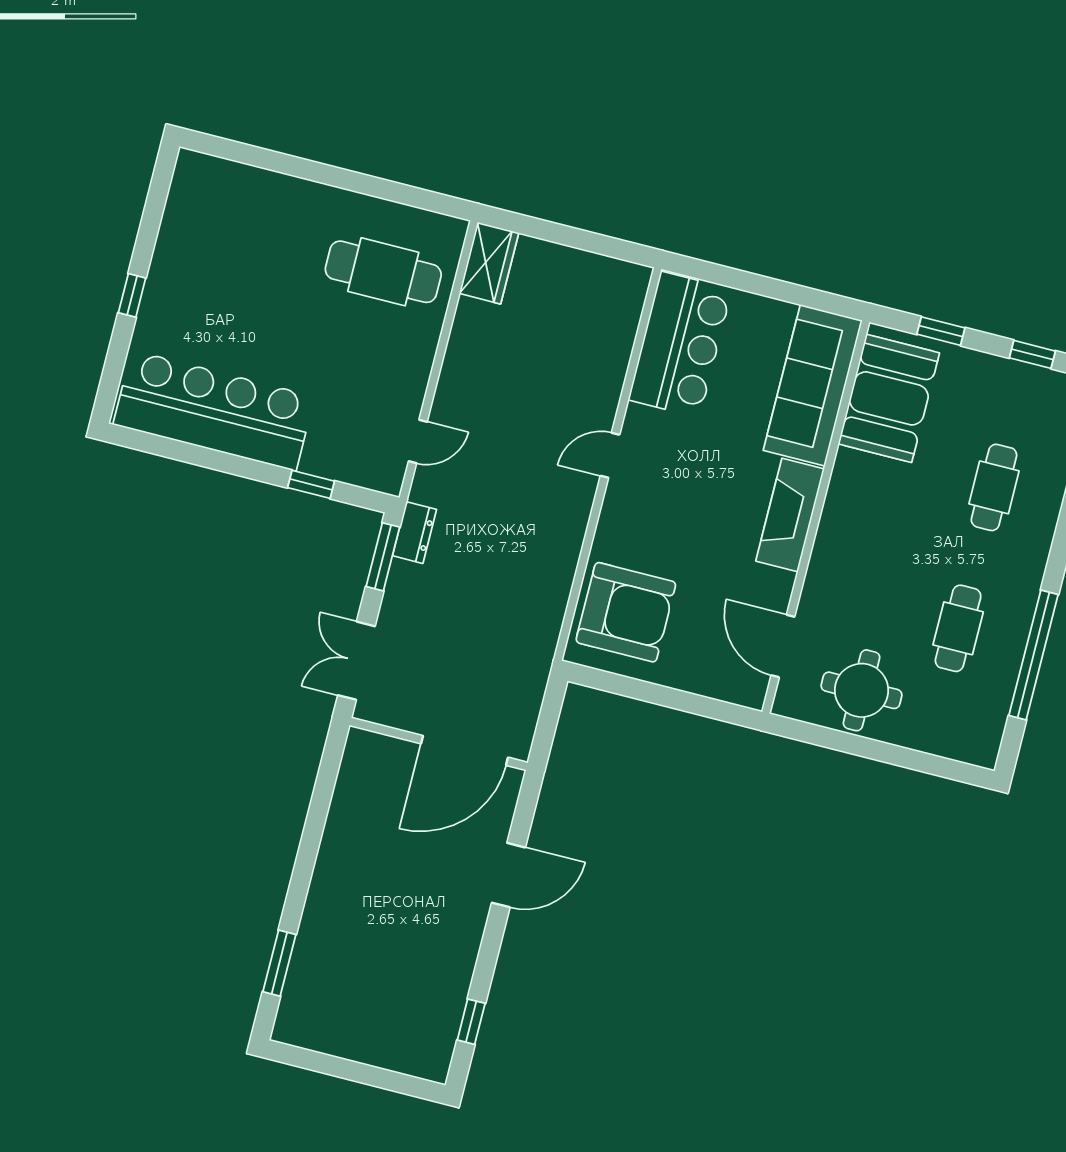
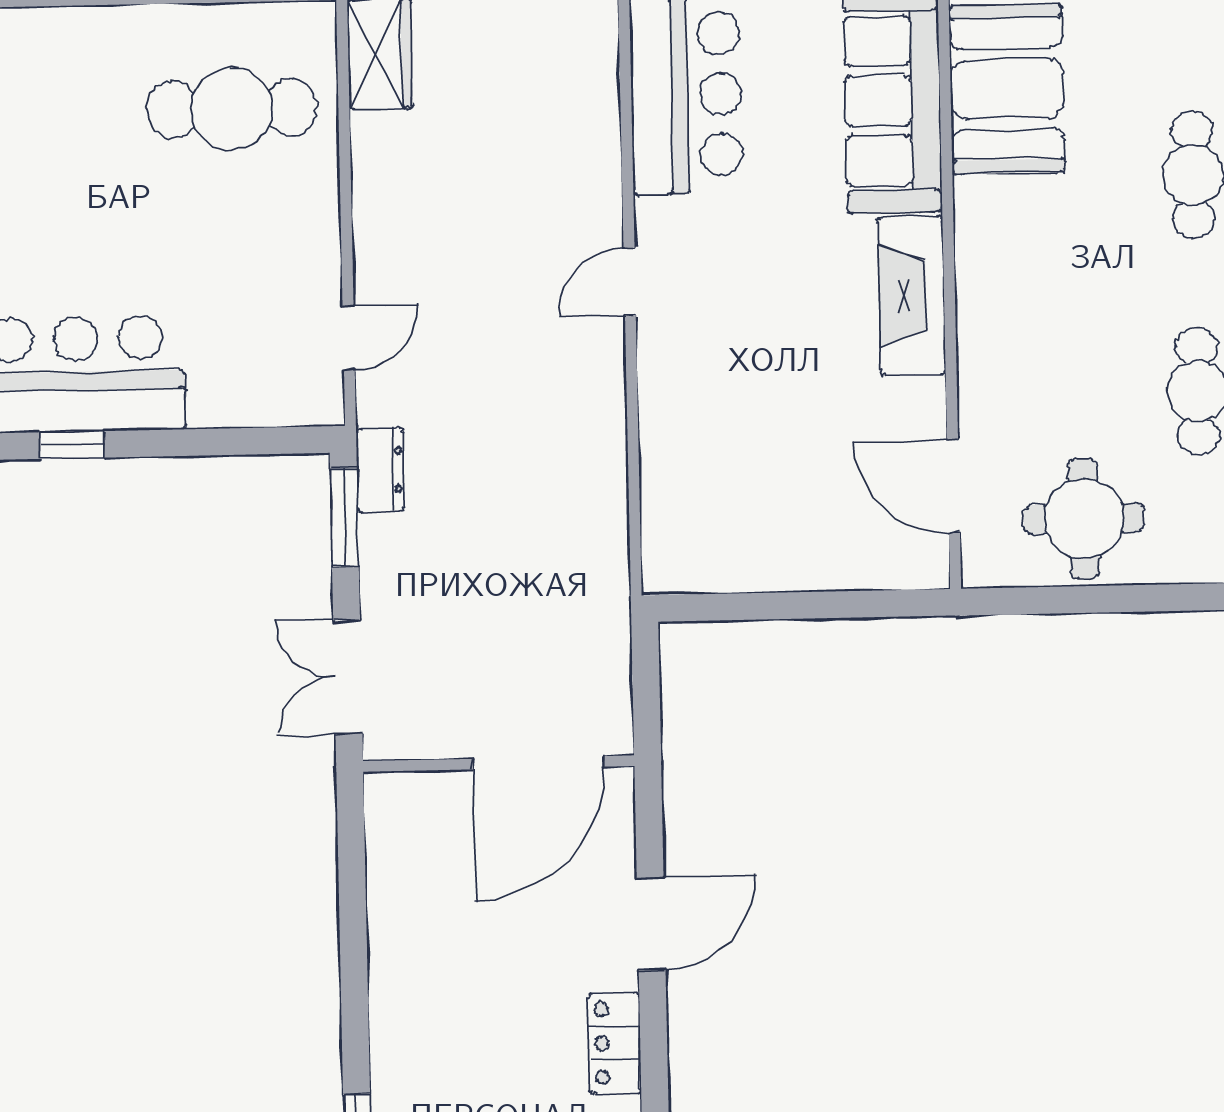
window: (311, 484) -> (72, 445), moved
armchair: (626, 612) -> (715, 500), removed
locker: (463, 946) -> (615, 1043), added

